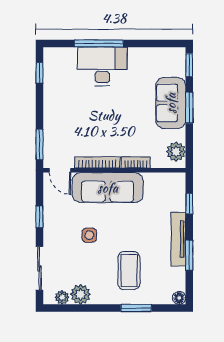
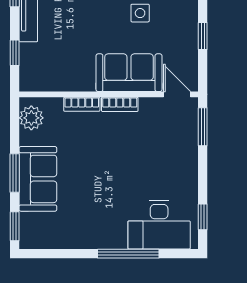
desk: (102, 66) -> (159, 225), moved
bookcase: (97, 162) -> (120, 104), width x0.64
sofa: (108, 188) -> (129, 73), width x0.73

